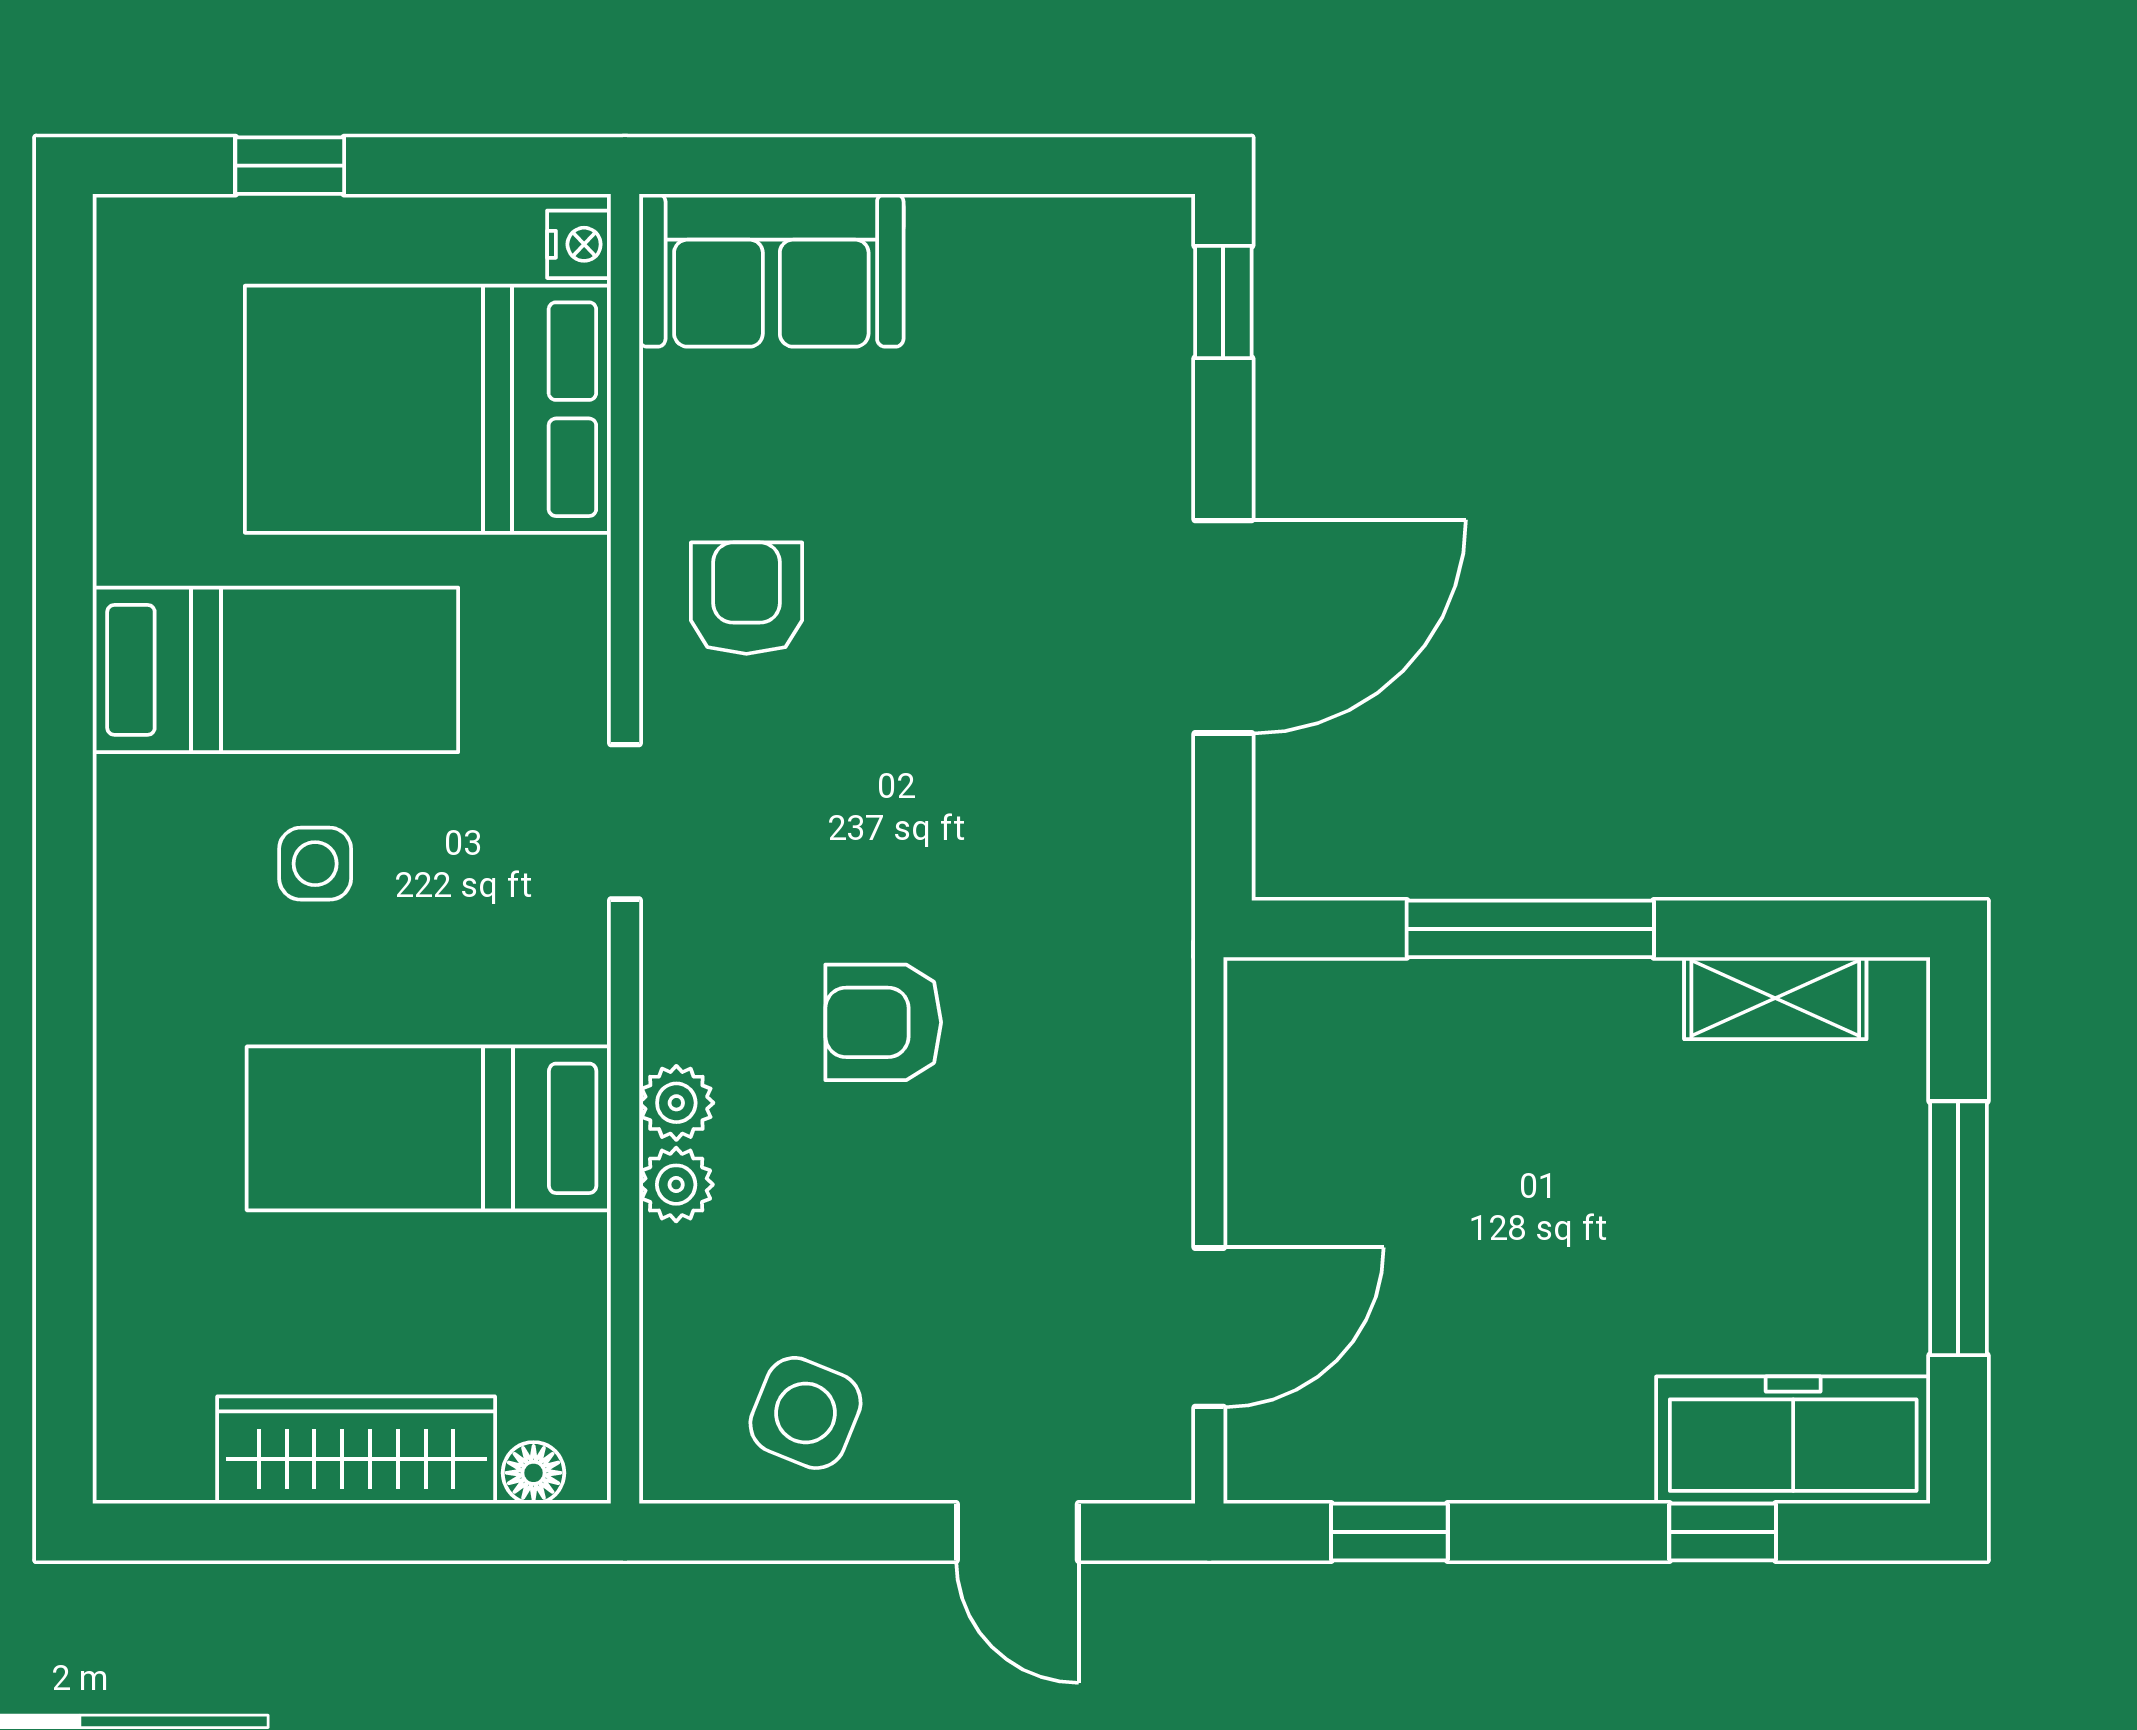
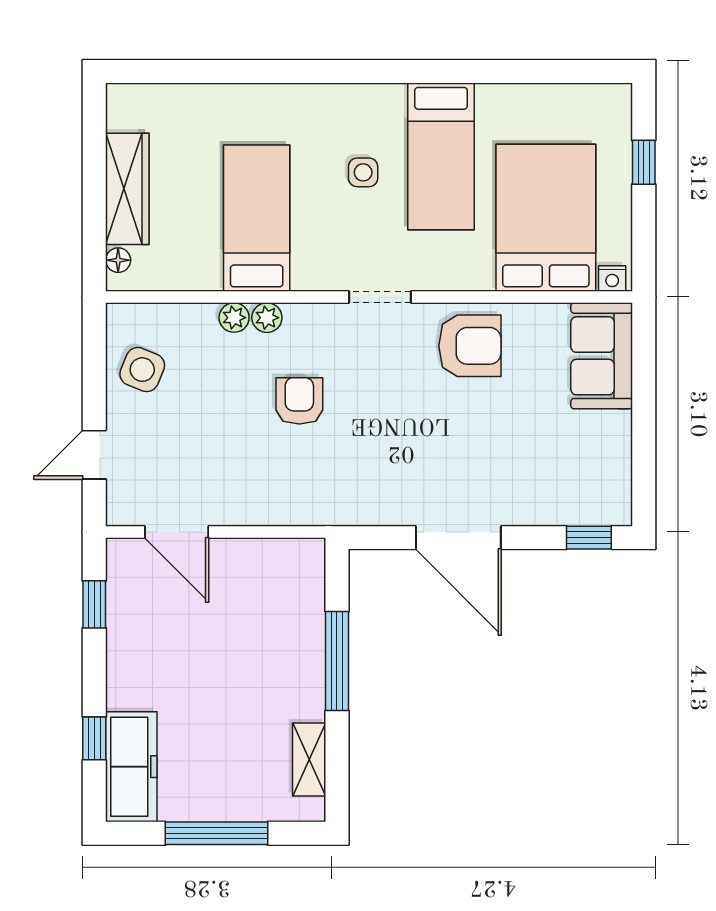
armchair: (746, 598) -> (470, 346), width x1.38, depth x1.38

